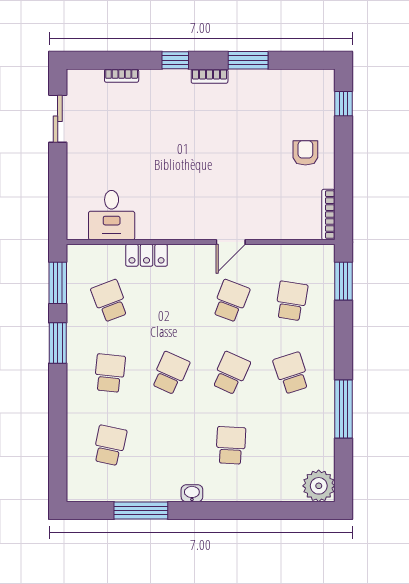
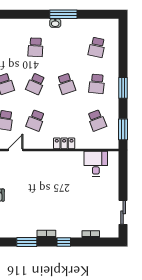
door: (231, 242) -> (15, 150), moved
locker: (147, 255) -> (64, 143), moved
window: (58, 343) -> (123, 88), moved
school desk: (170, 373) -> (66, 84), turned -42
window: (141, 511) -> (63, 14), moved

